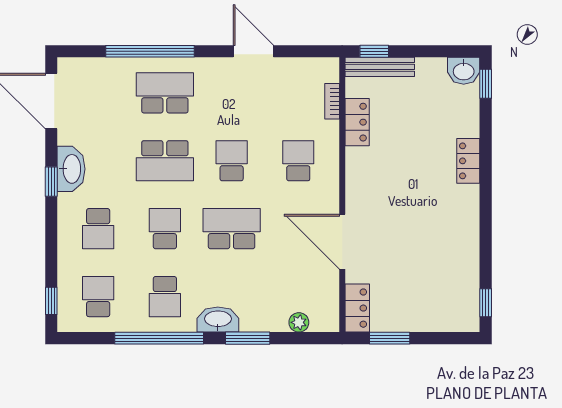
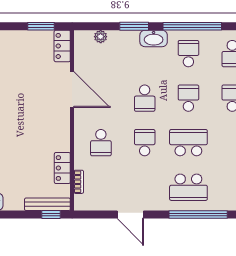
school desk: (232, 161) -> (145, 143), turned 180
school desk: (165, 229) -> (188, 98), turned 180
school desk: (232, 229) -> (145, 98), width x0.54

